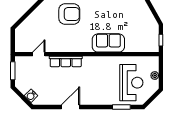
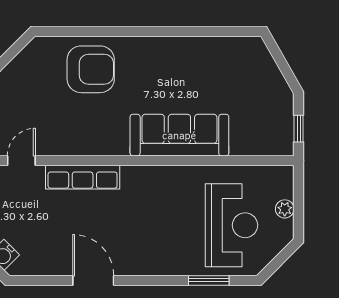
sofa: (108, 43) -> (179, 135), width x1.36
door: (70, 107) -> (93, 280), hinge flipped

